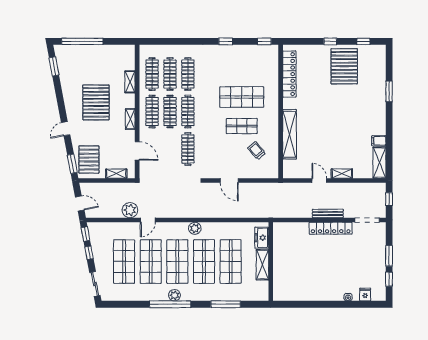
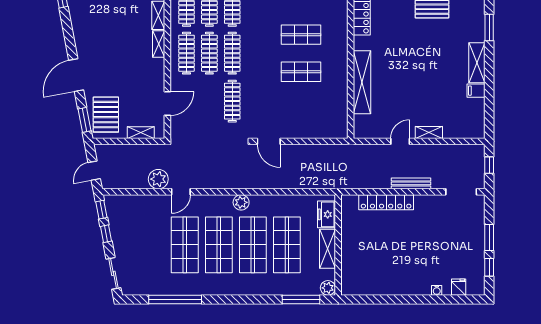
shop shelf: (242, 97) -> (301, 35), width x0.70, depth x0.74
pallet: (96, 102) -> (115, 42), removed
shelving: (130, 119) -> (159, 44), moved
door: (66, 129) -> (76, 75), width x1.88
door: (137, 151) -> (167, 104), hinge flipped
trolley: (257, 151) -> (320, 103), removed
shelving: (379, 163) -> (477, 63), moved
door: (229, 181) -> (269, 141), moved
door: (319, 181) -> (400, 141), hinge flipped
door: (80, 203) -> (94, 171), swing flipped
locker: (331, 228) -> (386, 202), moved
shop shelf: (124, 262) -> (151, 245), removed
plant: (174, 295) -> (328, 288), moved
window: (170, 304) -> (175, 299), moved
window: (226, 304) -> (301, 299), moved

